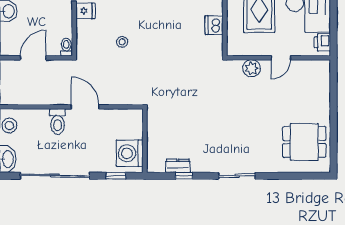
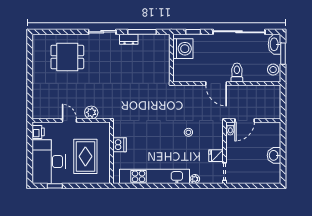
door: (33, 58) -> (245, 120), moved
door: (281, 58) -> (69, 120), hinge flipped
dining table: (304, 142) -> (67, 57), moved
dresser: (178, 166) -> (129, 39), moved
window: (184, 176) -> (142, 32), width x2.17

